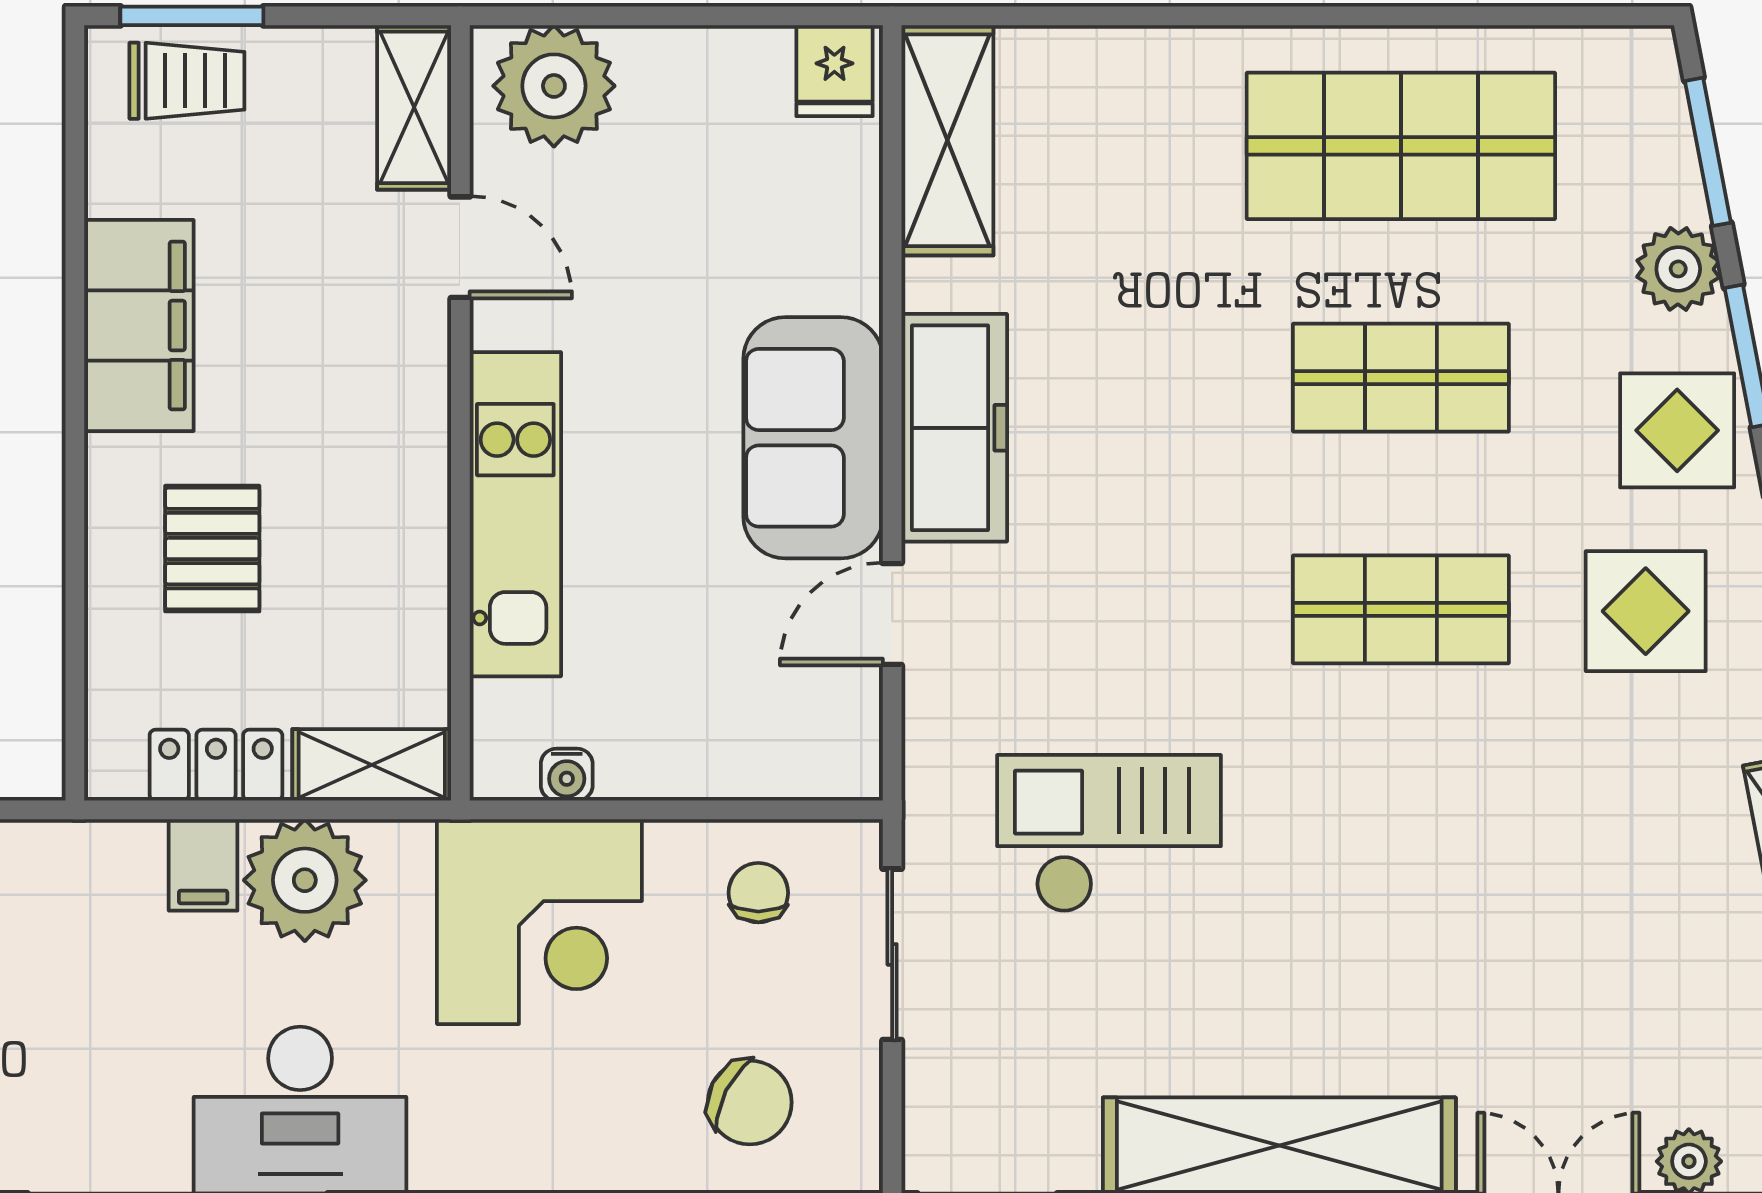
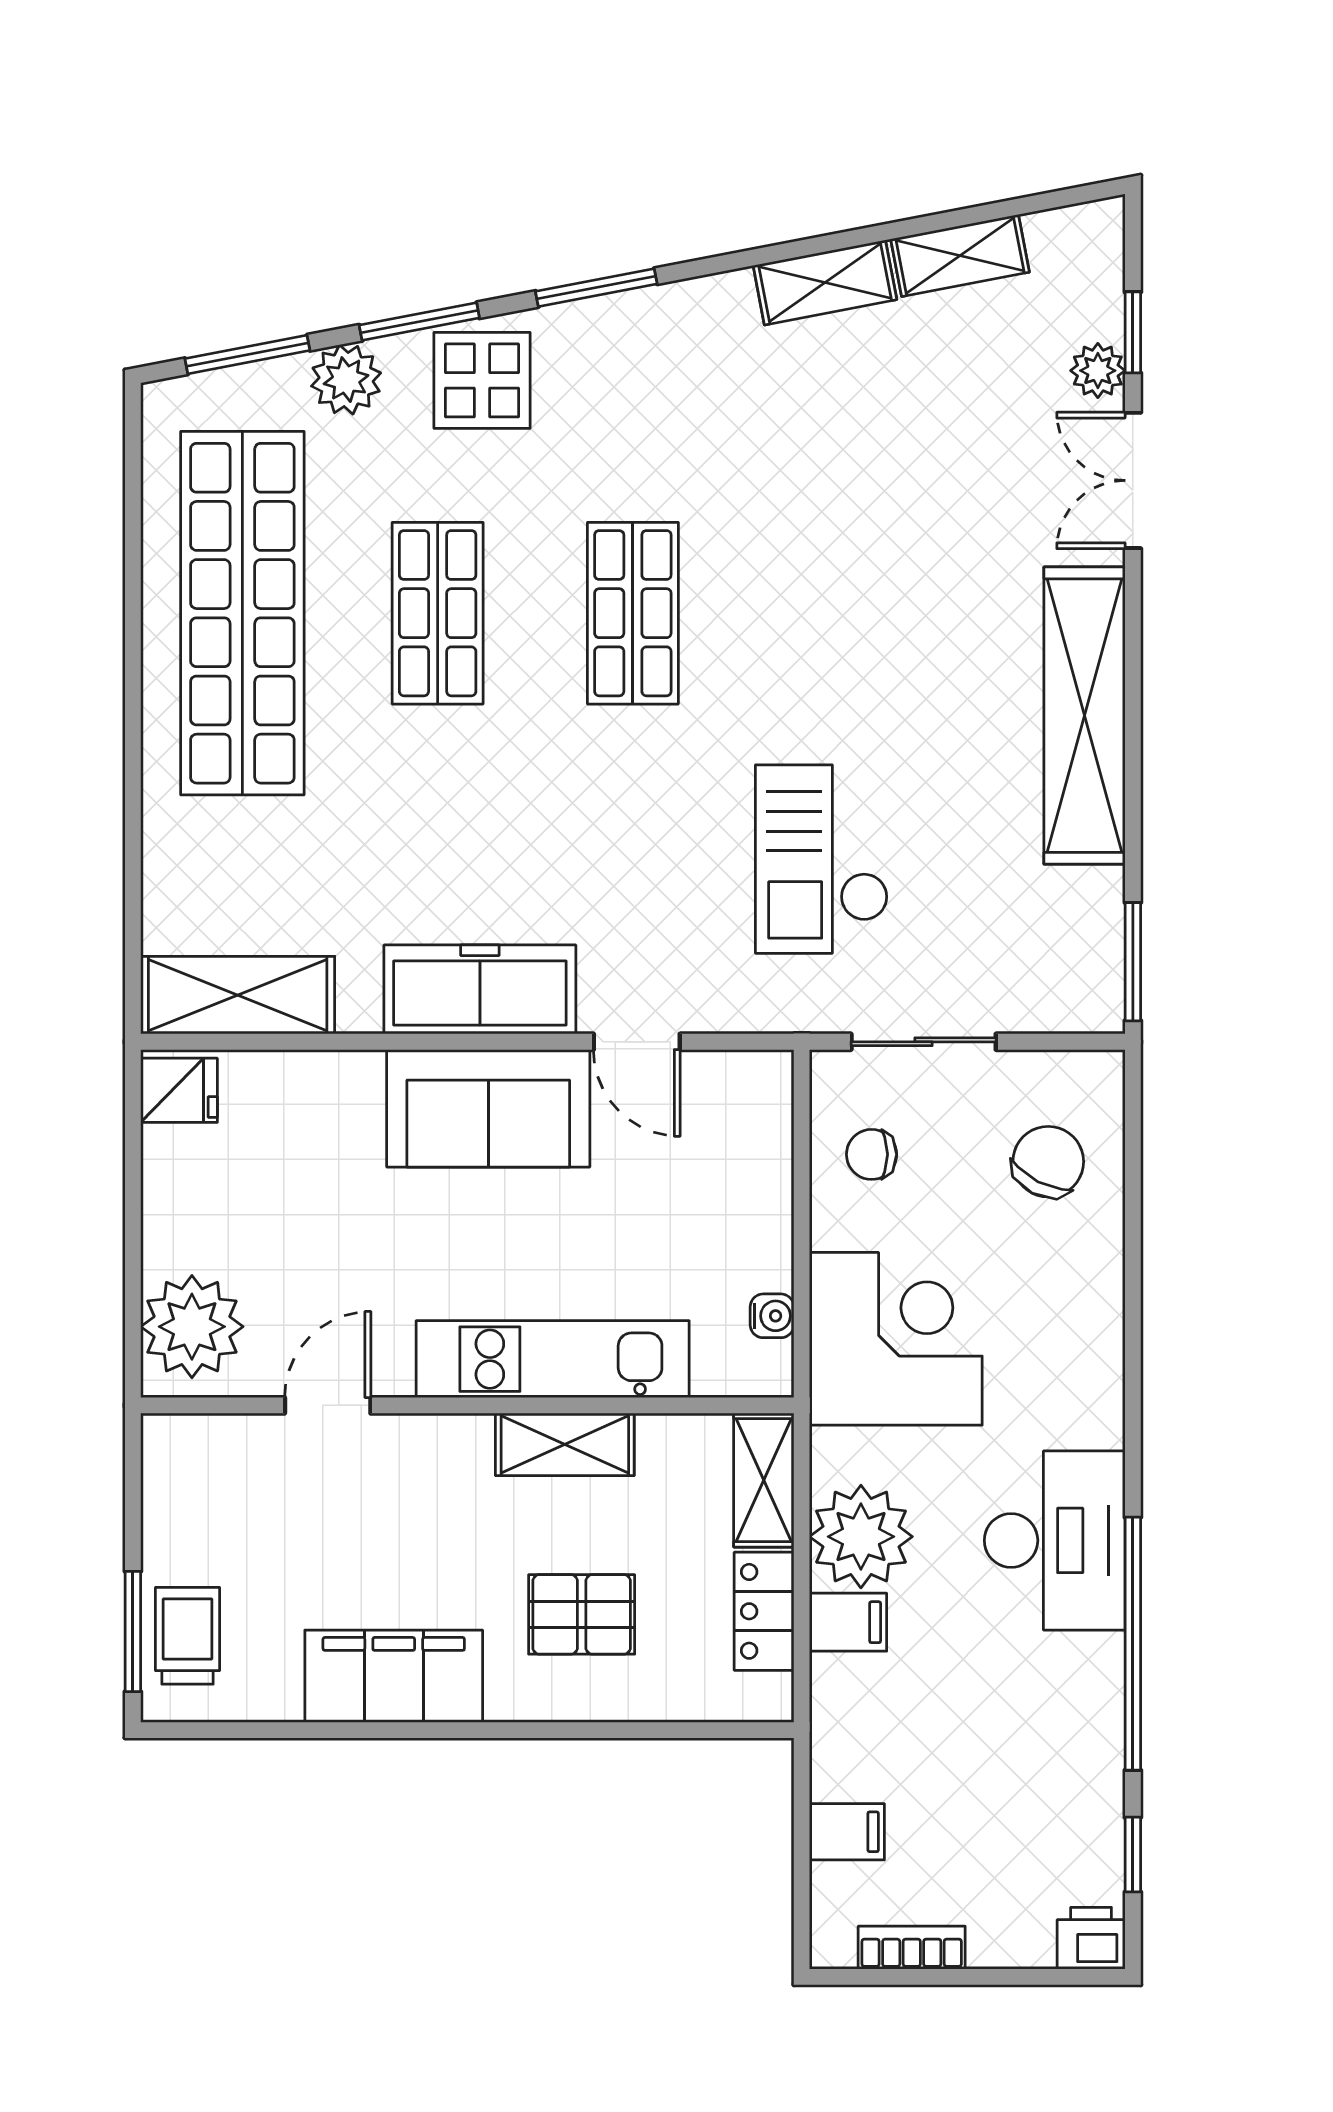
shelving: (414, 107) -> (565, 1444), moved
shop shelf: (1401, 146) -> (242, 613), width x1.40
display table: (1646, 611) -> (634, 407), removed

